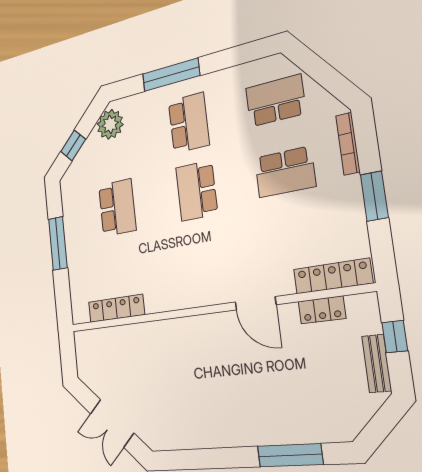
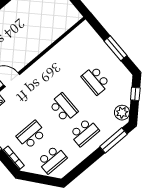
window: (171, 75) -> (114, 140), moved
school desk: (189, 123) -> (84, 132), turned -90
locker: (116, 308) -> (69, 40), removed

